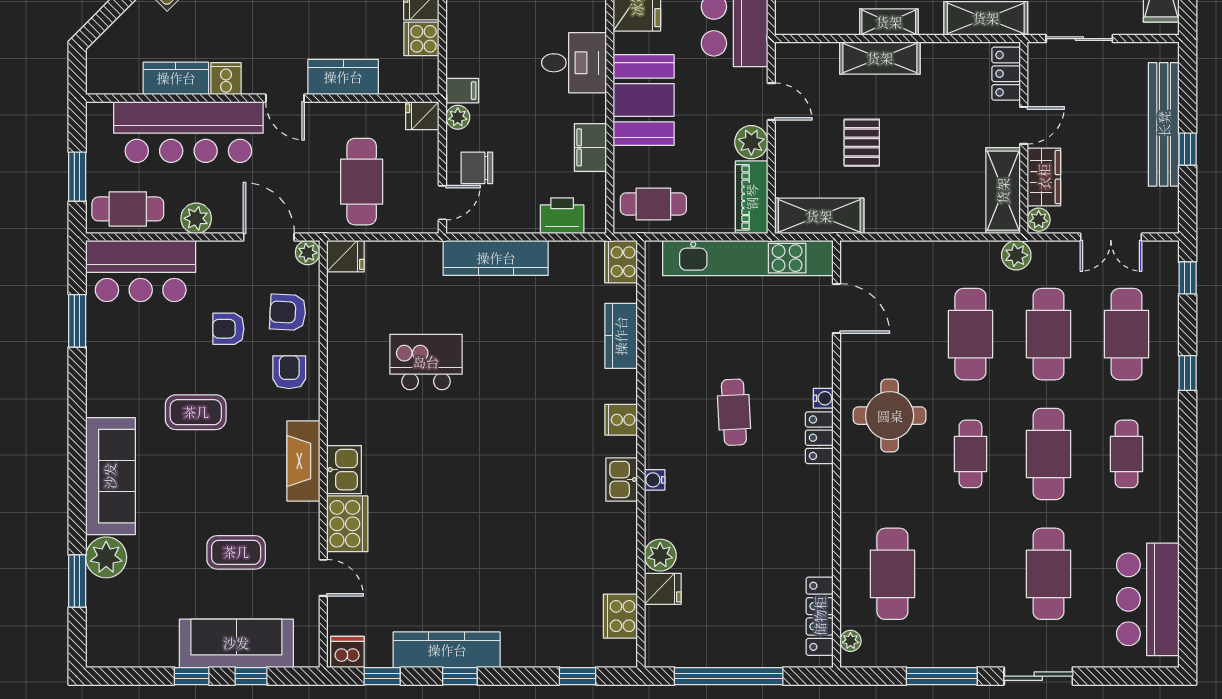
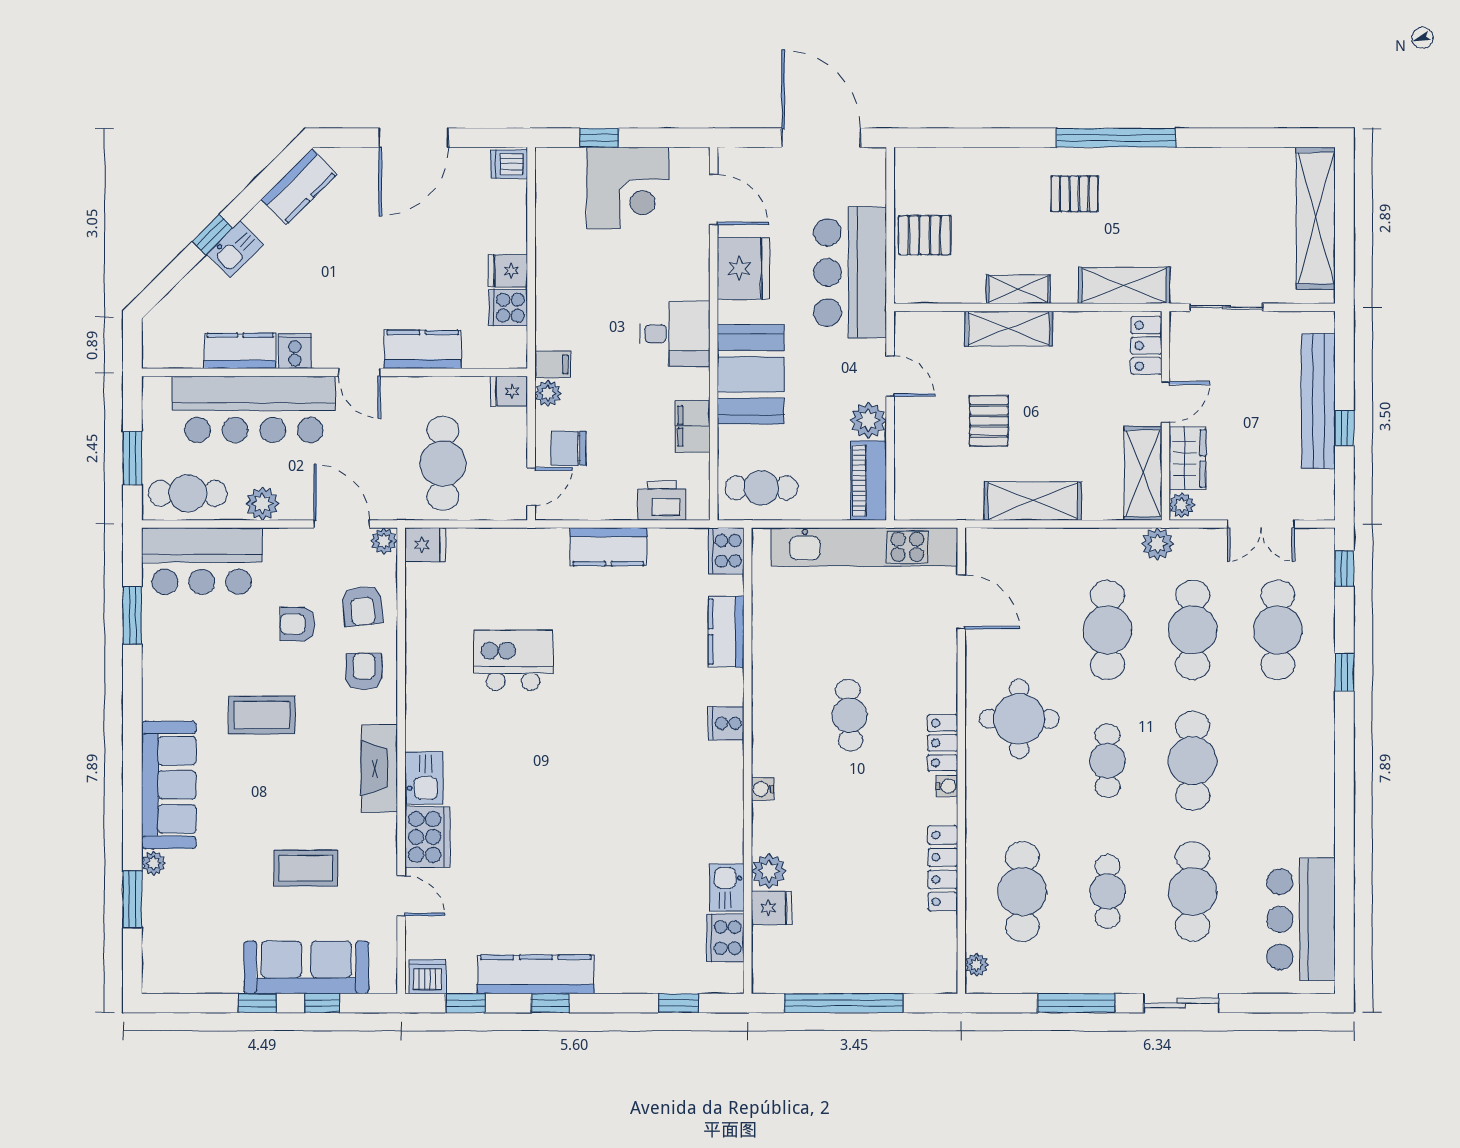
shelving: (819, 216) -> (1033, 501), moved
kitchen counter: (496, 258) -> (608, 547), width x0.67
armchair: (288, 312) -> (362, 606), turned -99
water cooler: (823, 398) -> (947, 786), moved
cafe table: (1127, 454) -> (1107, 892), moved
kitchen sink: (622, 479) -> (727, 887), moved
plant: (106, 557) -> (154, 863), width x0.53, depth x0.53
locker: (820, 616) -> (943, 868), moved

